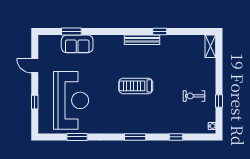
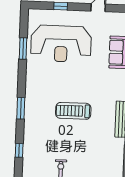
treadmill: (136, 86) -> (73, 111), turned -90

